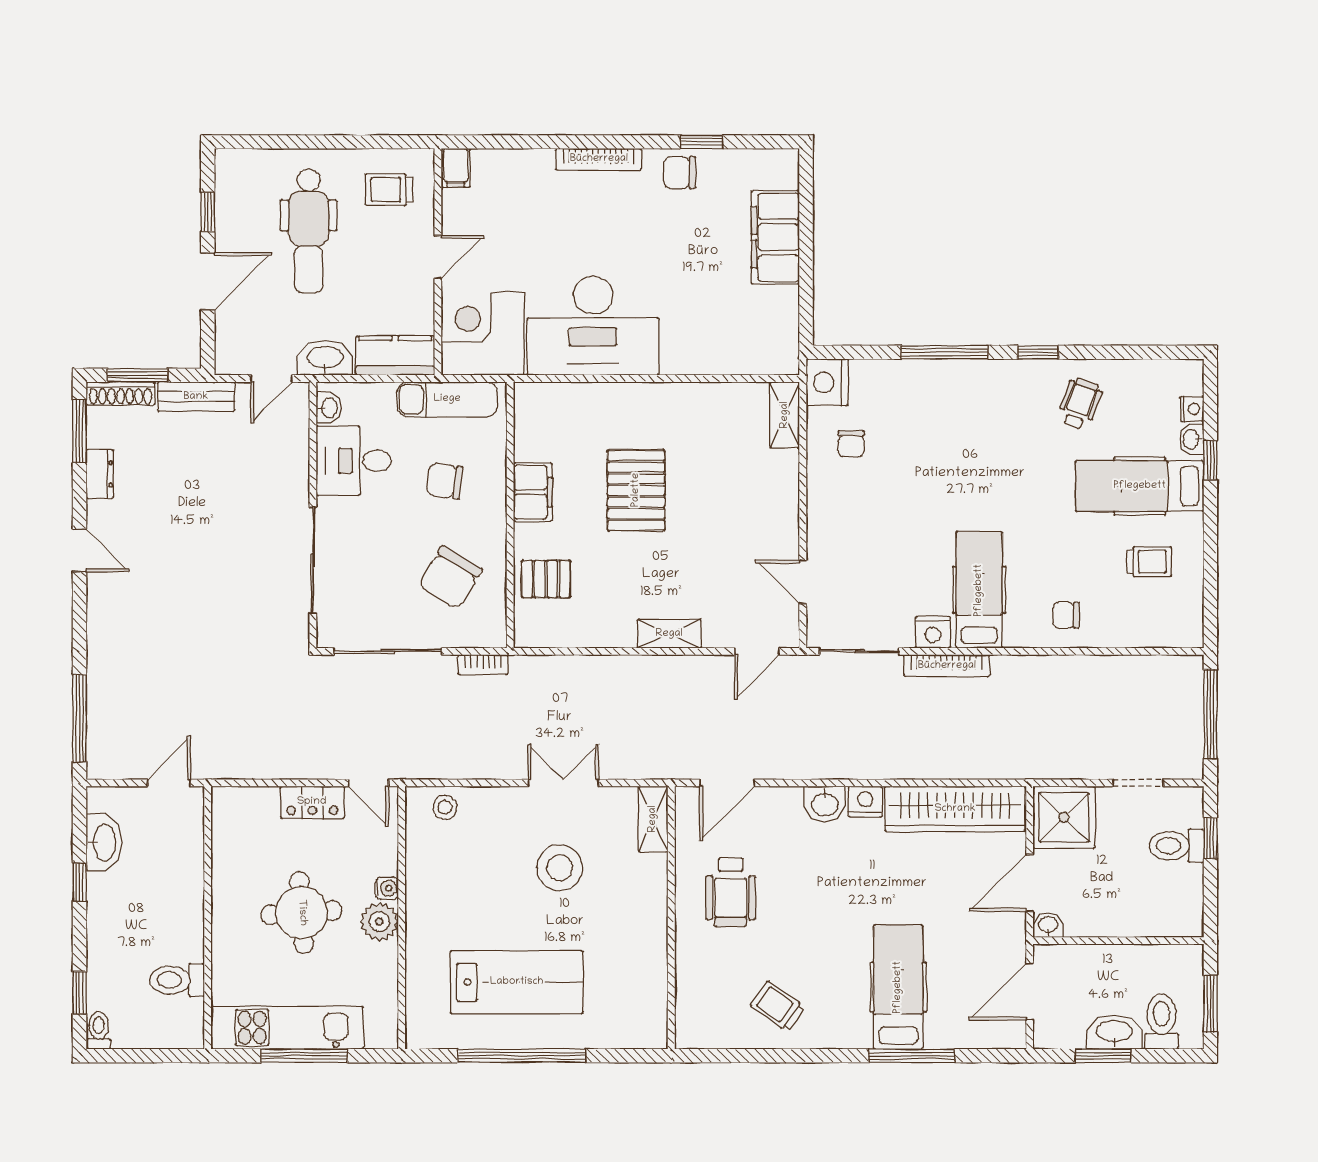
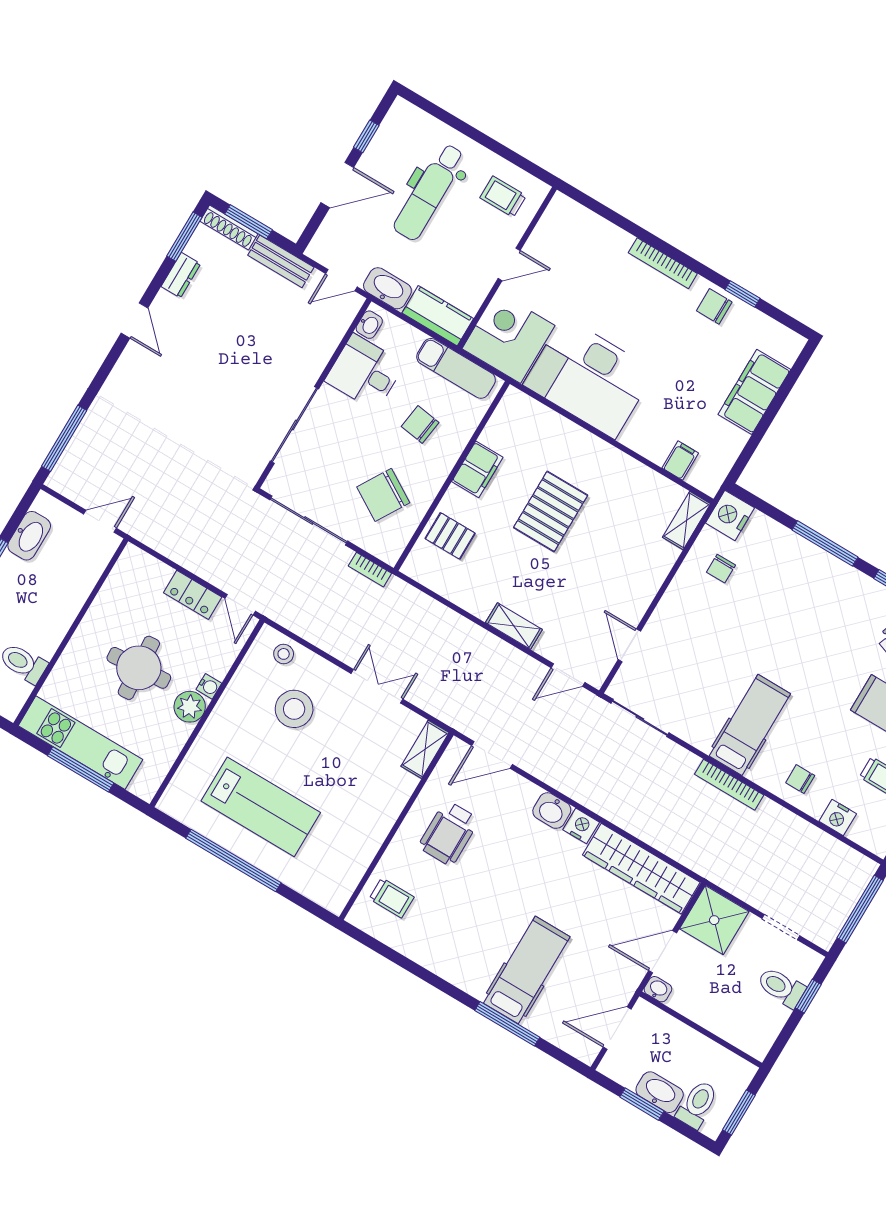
filing cabinet: (456, 168) -> (680, 461), moved, turned 180
nightstand: (933, 632) -> (838, 817), moved
bookcase: (947, 666) -> (729, 785), moved
stool: (560, 868) -> (294, 709), moved
trolley: (778, 1006) -> (392, 898), moved, turned 145

